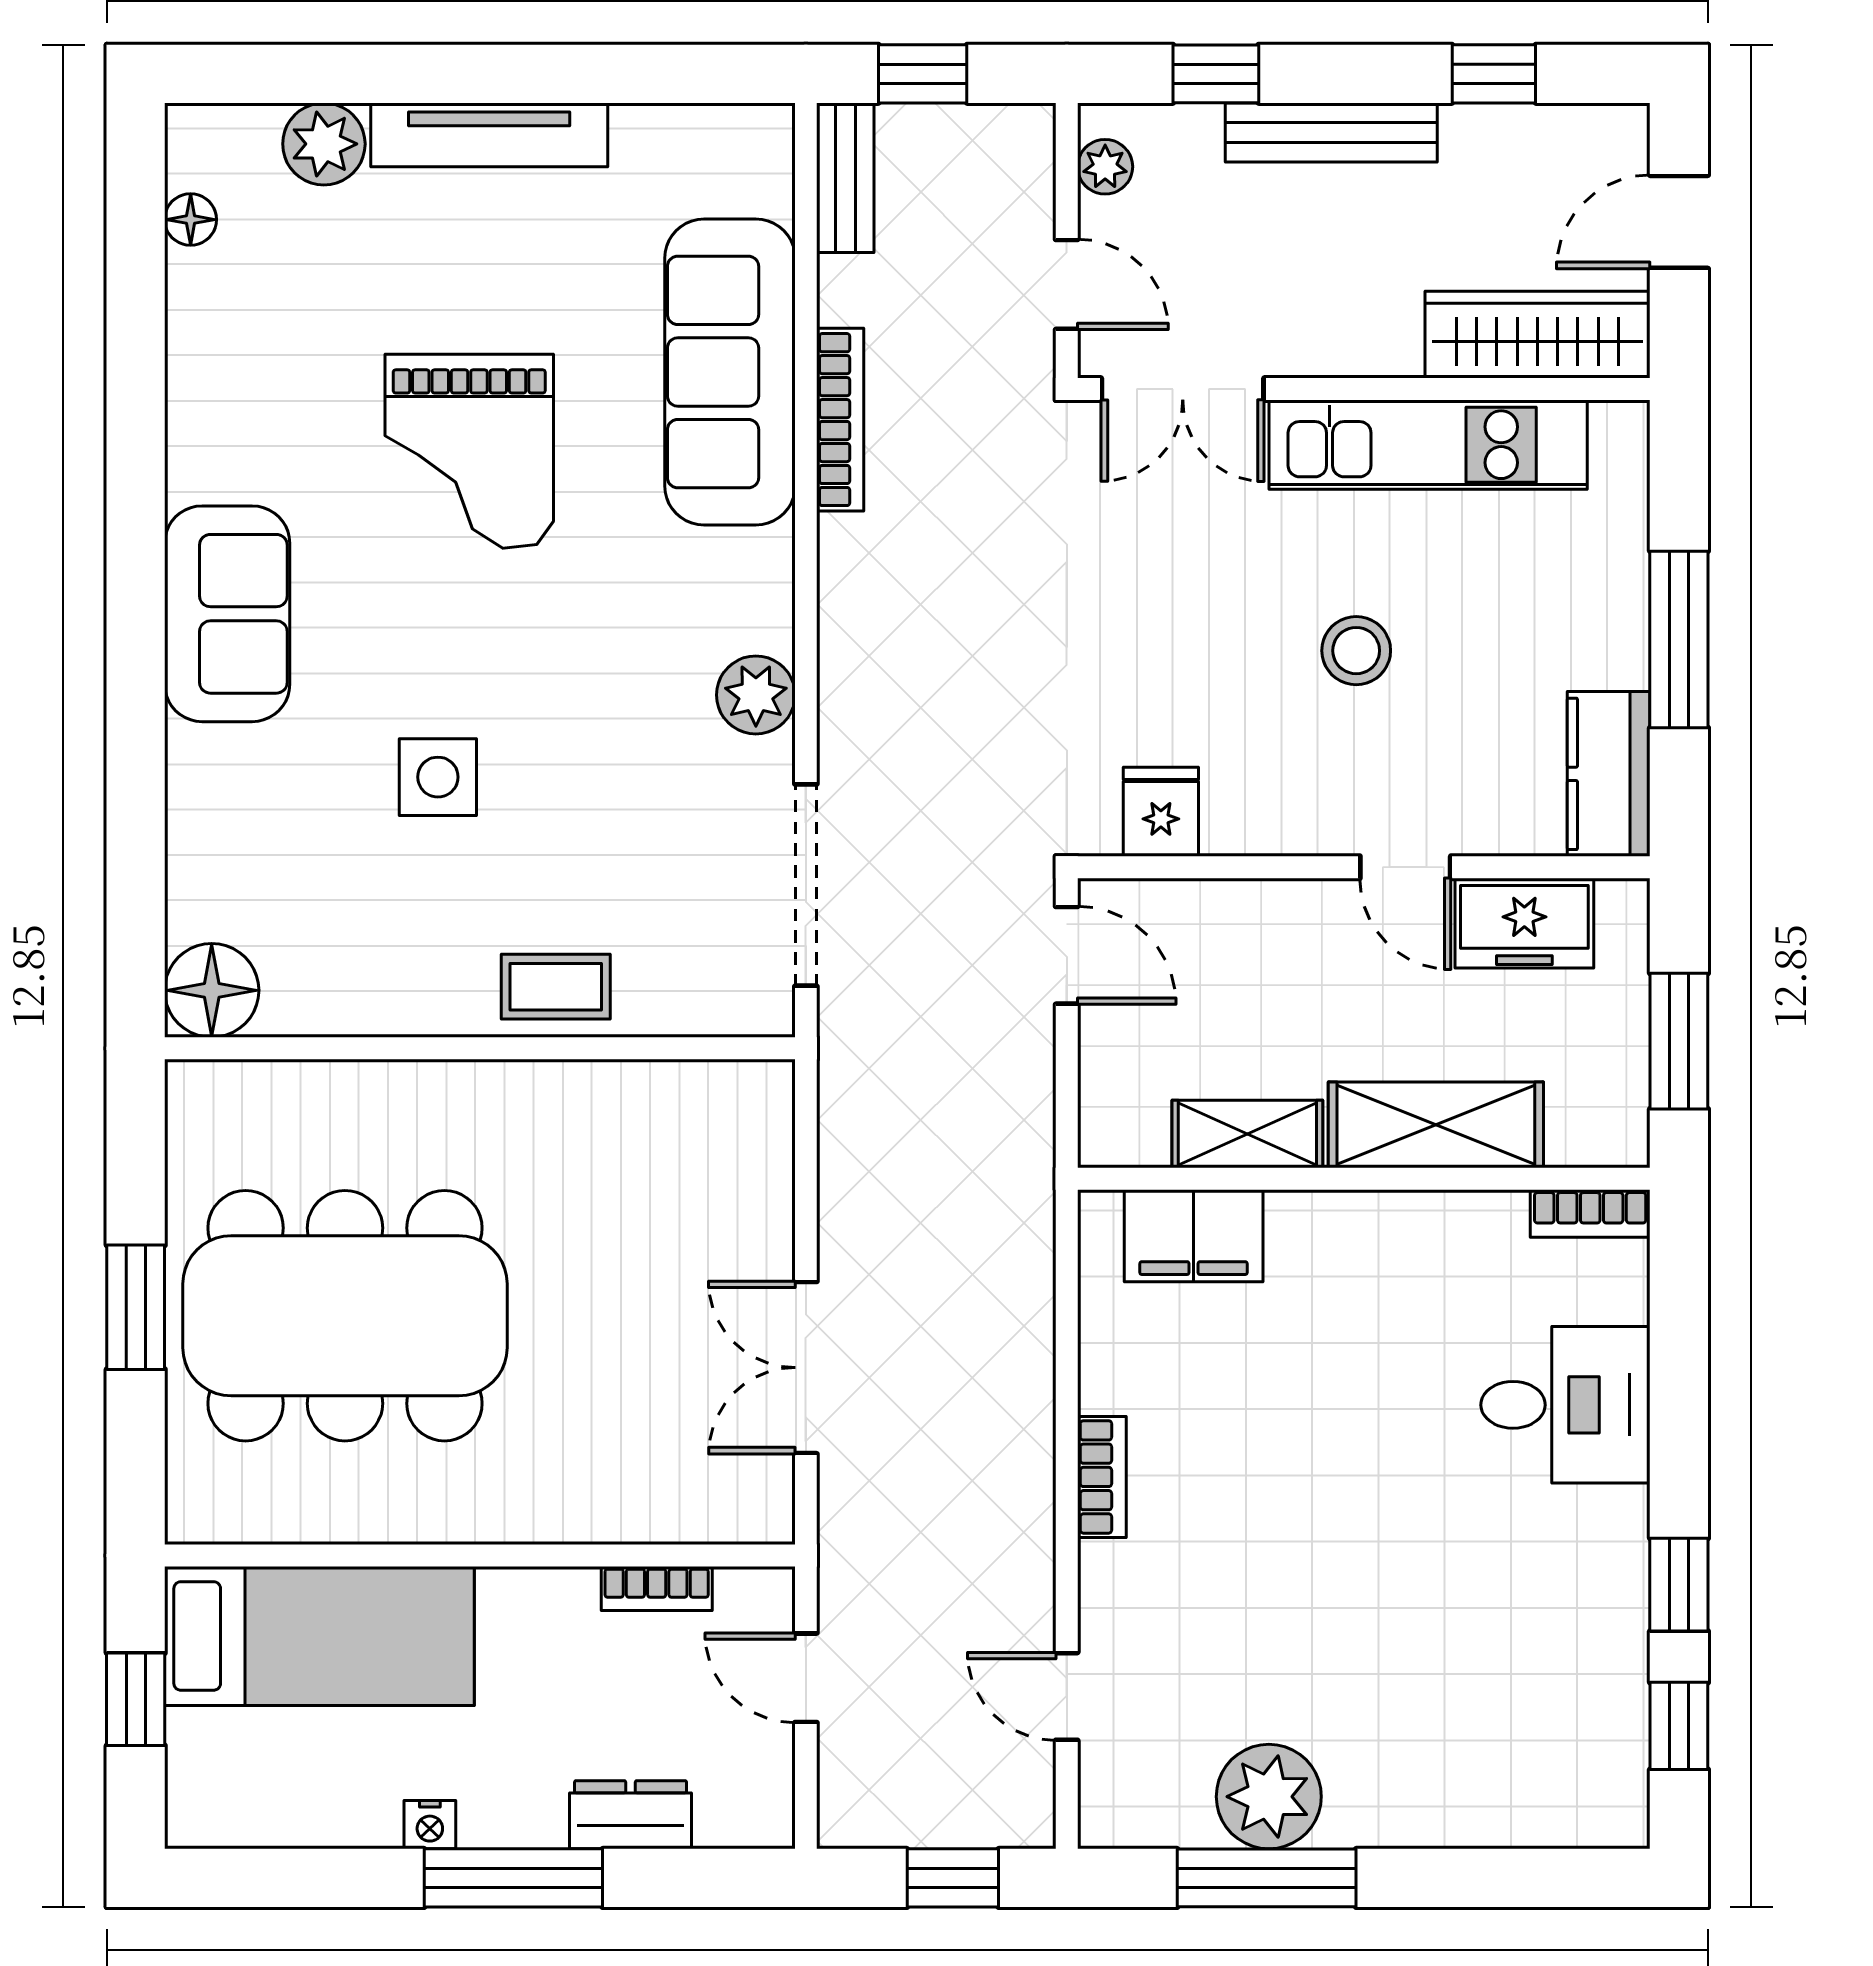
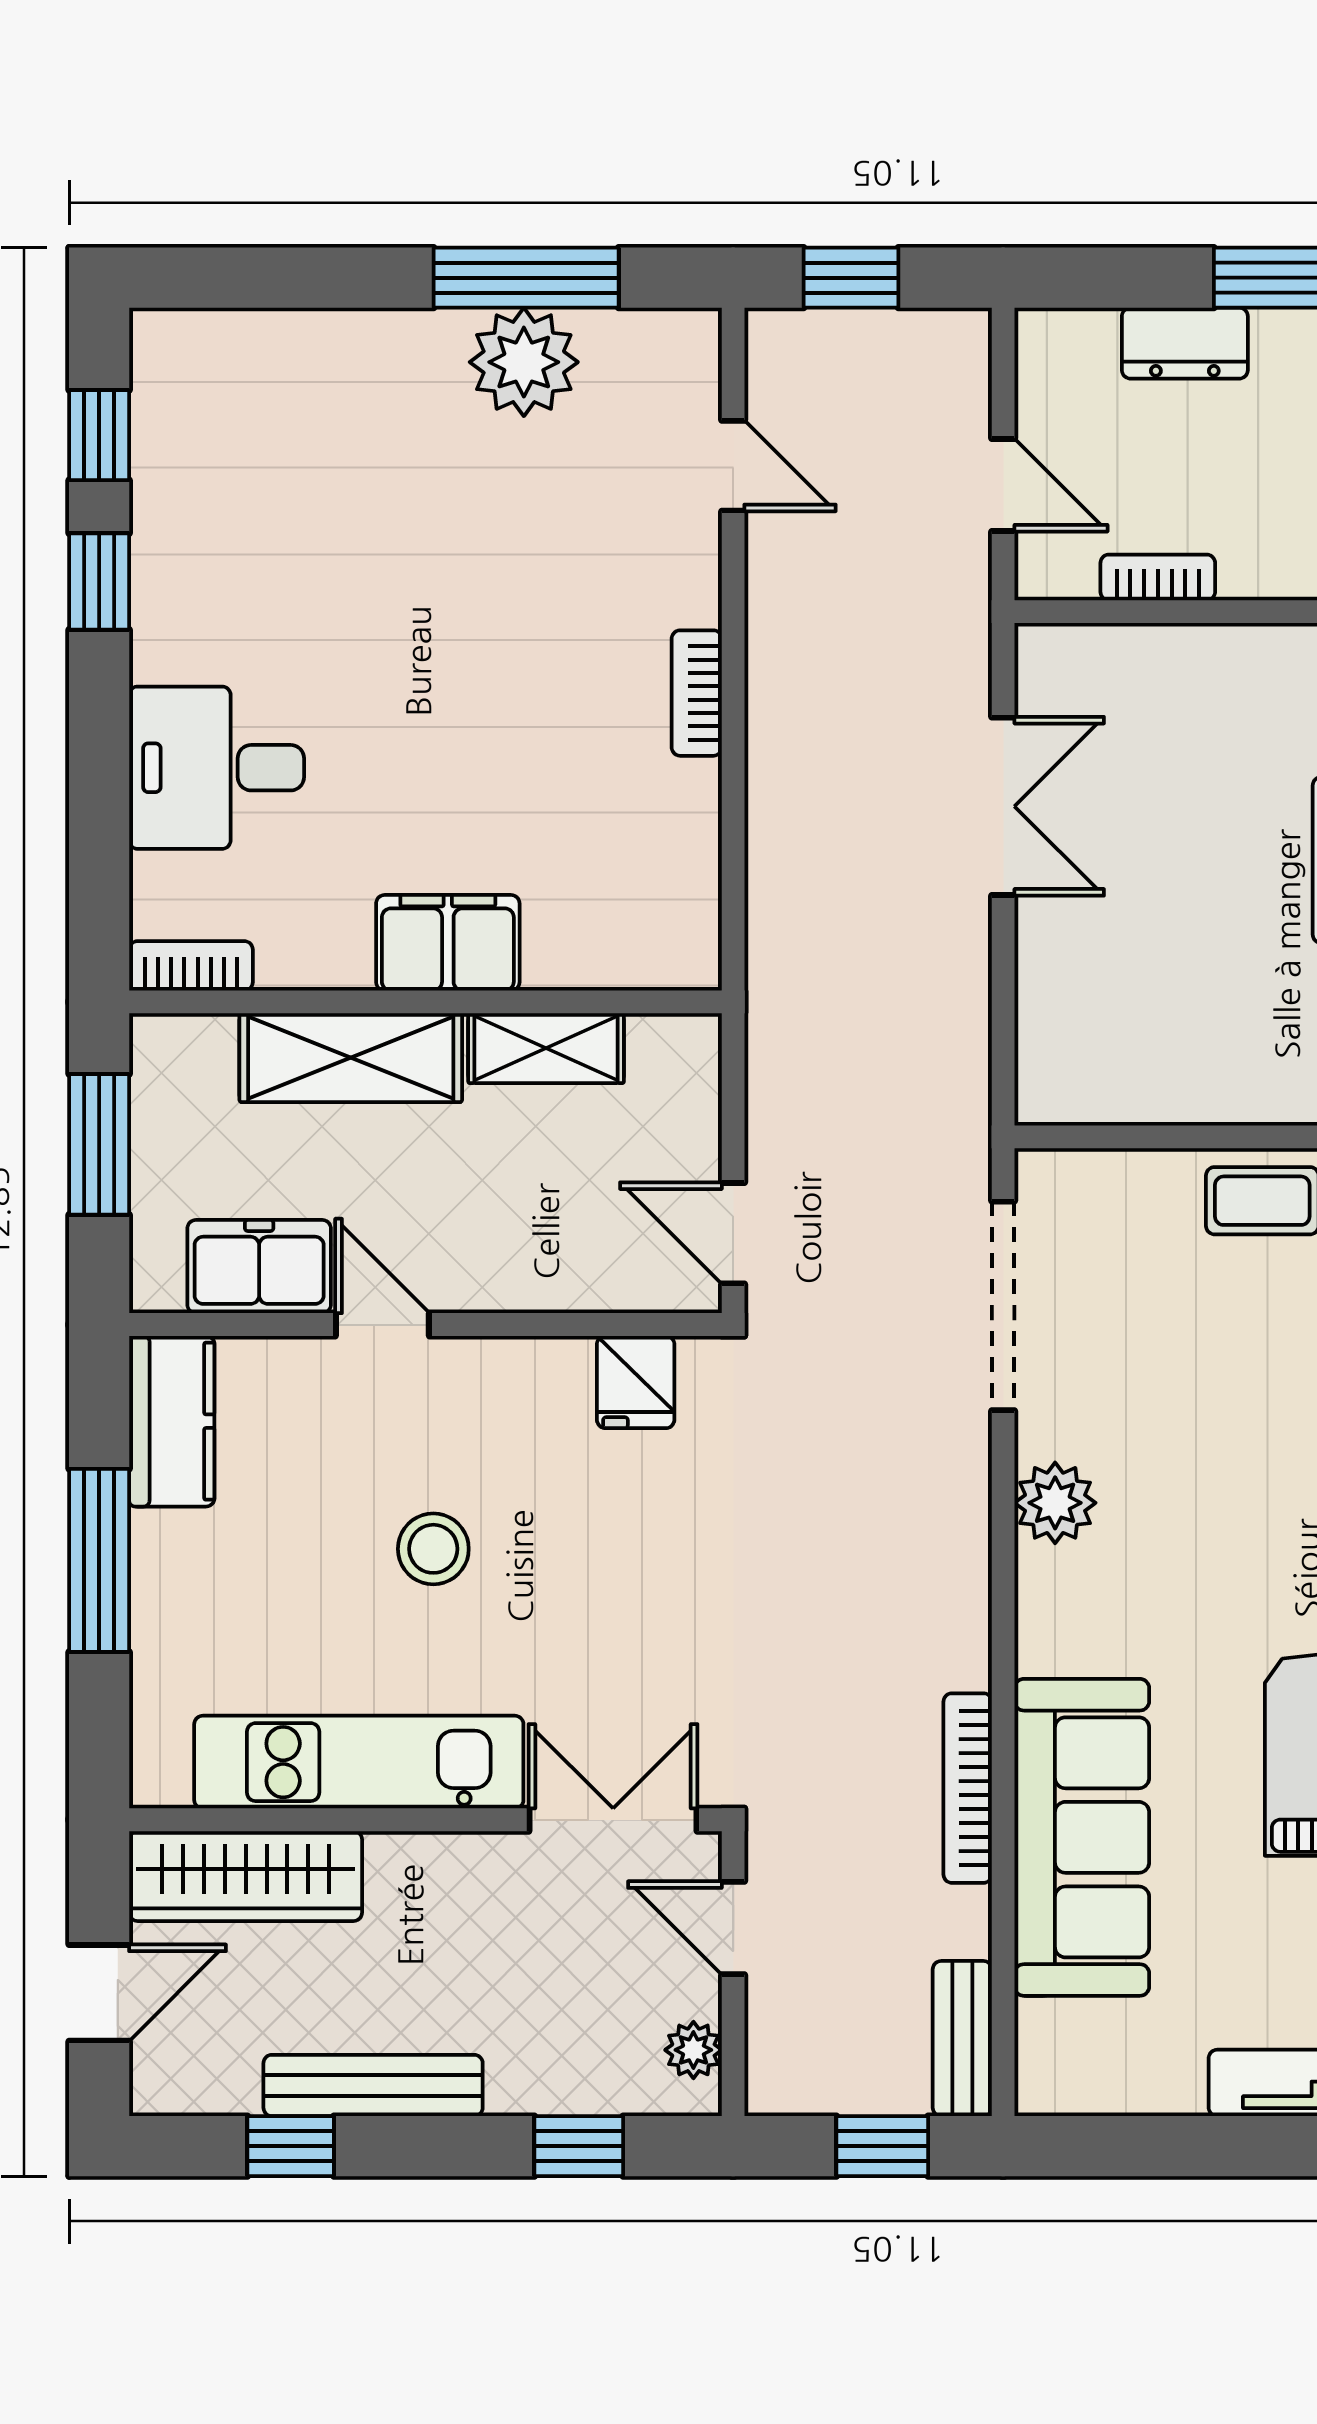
bench: (1331, 132) -> (373, 2085), moved
filing cabinet: (1194, 1236) -> (448, 943), moved

